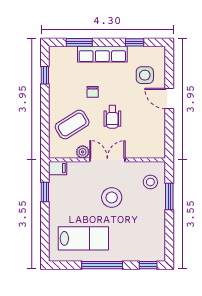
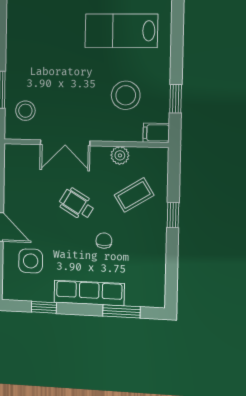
window: (45, 75) -> (173, 215), moved
wheelchair: (112, 117) -> (77, 204), turned -59
coffee table: (72, 125) -> (134, 195), width x0.73, depth x0.77
double door: (107, 160) -> (65, 143), moved
stool: (112, 197) -> (126, 95), moved

